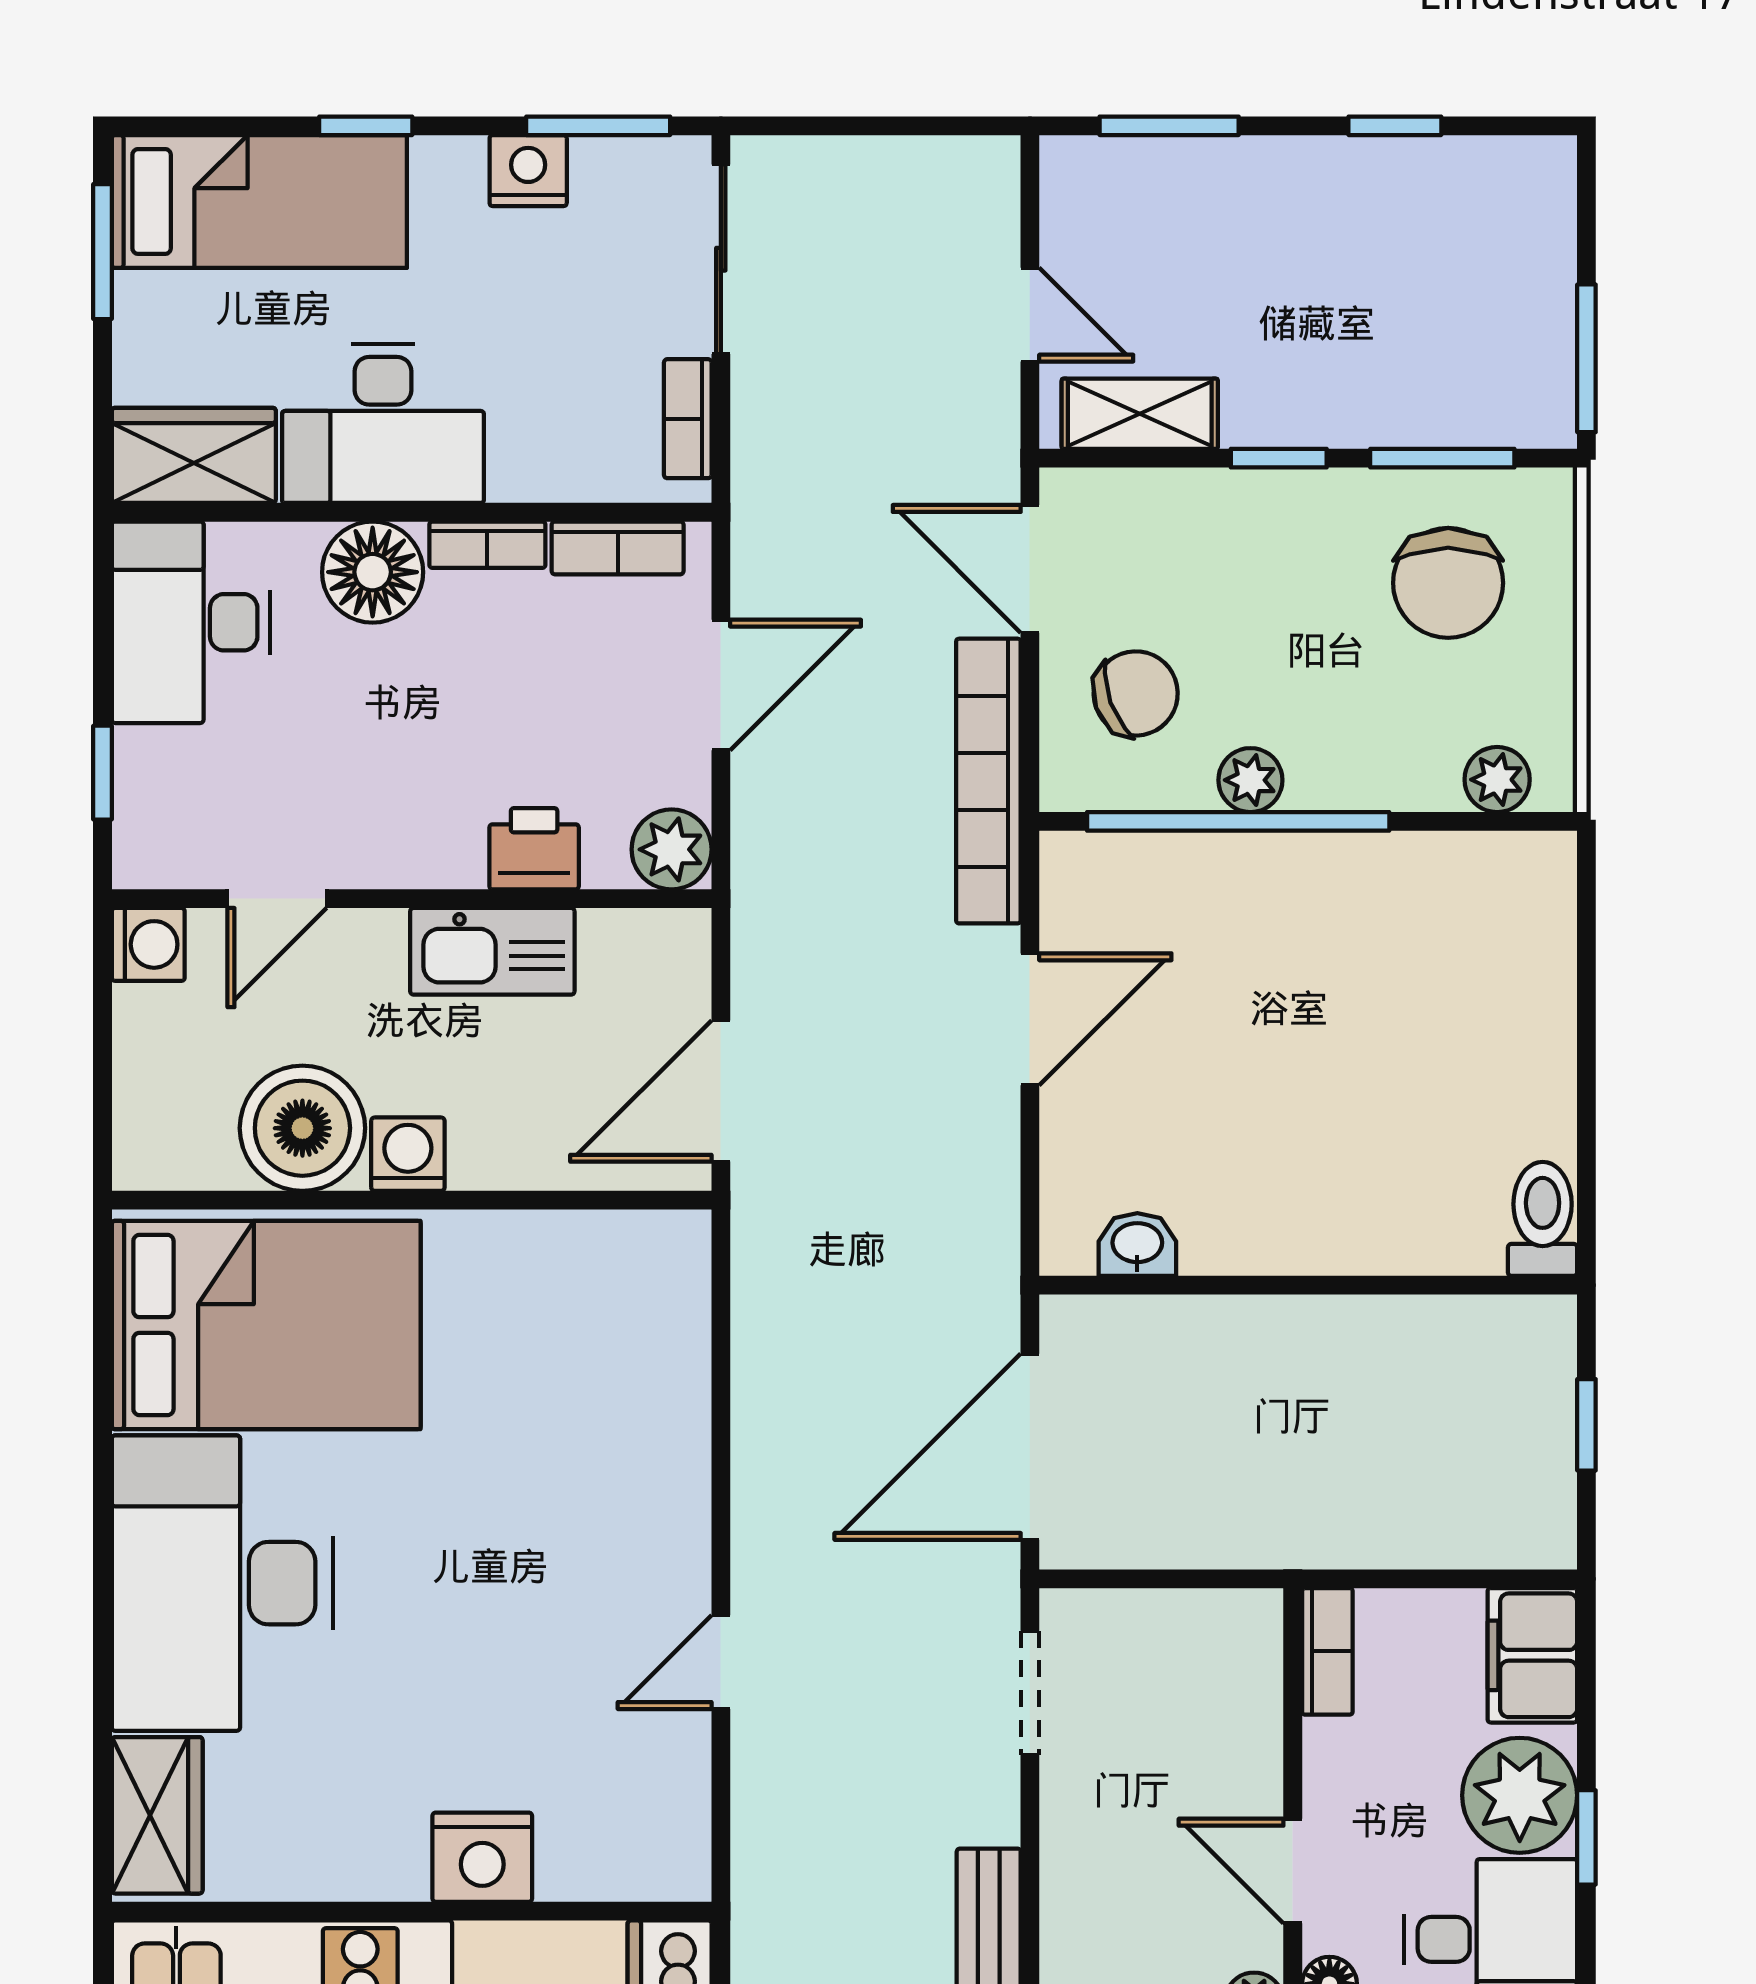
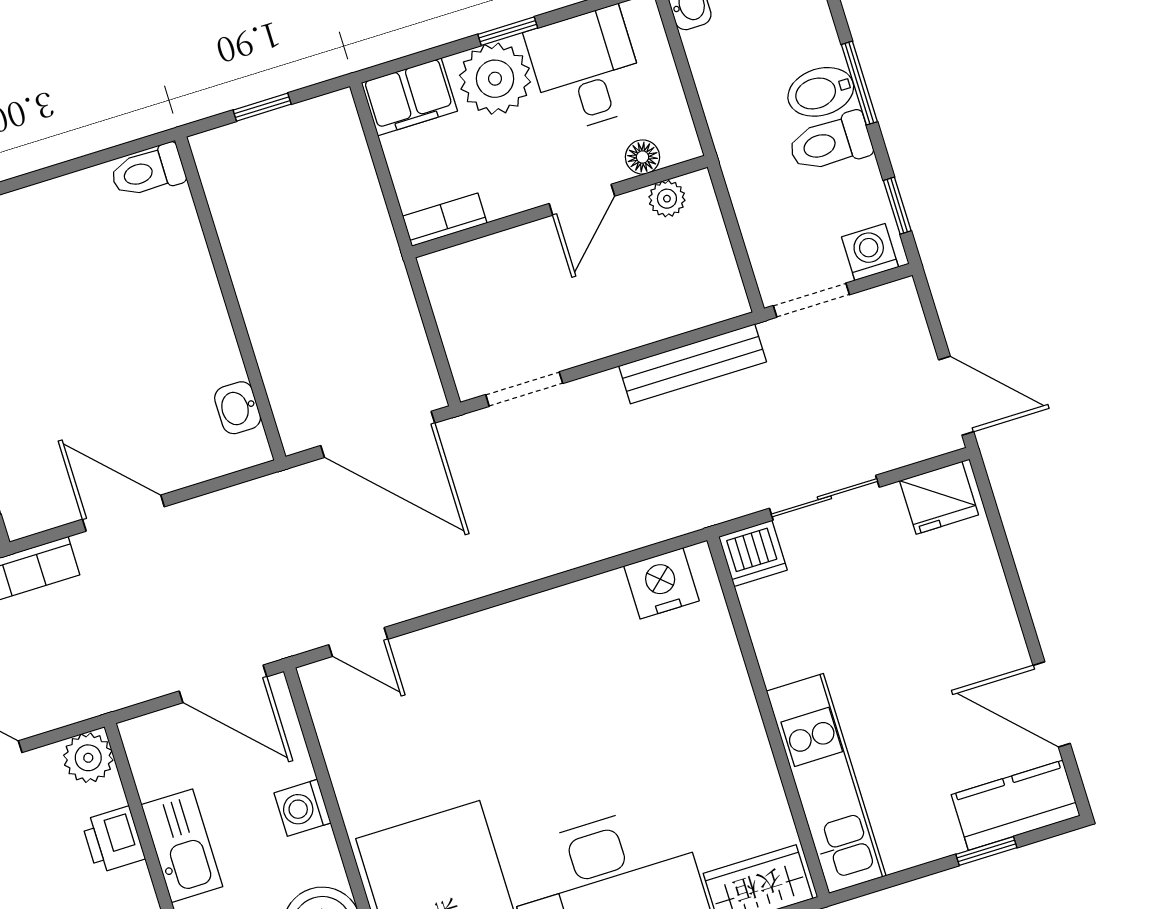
washing machine: (408, 1154) -> (303, 808), moved
door: (721, 1662) -> (358, 642), moved
nightstand: (482, 1857) -> (661, 583), moved, turned -90

